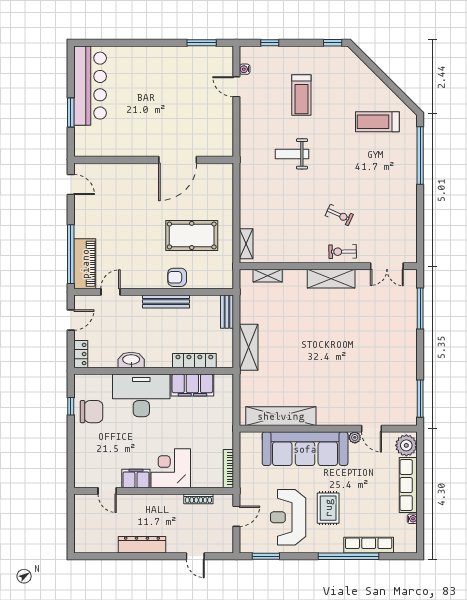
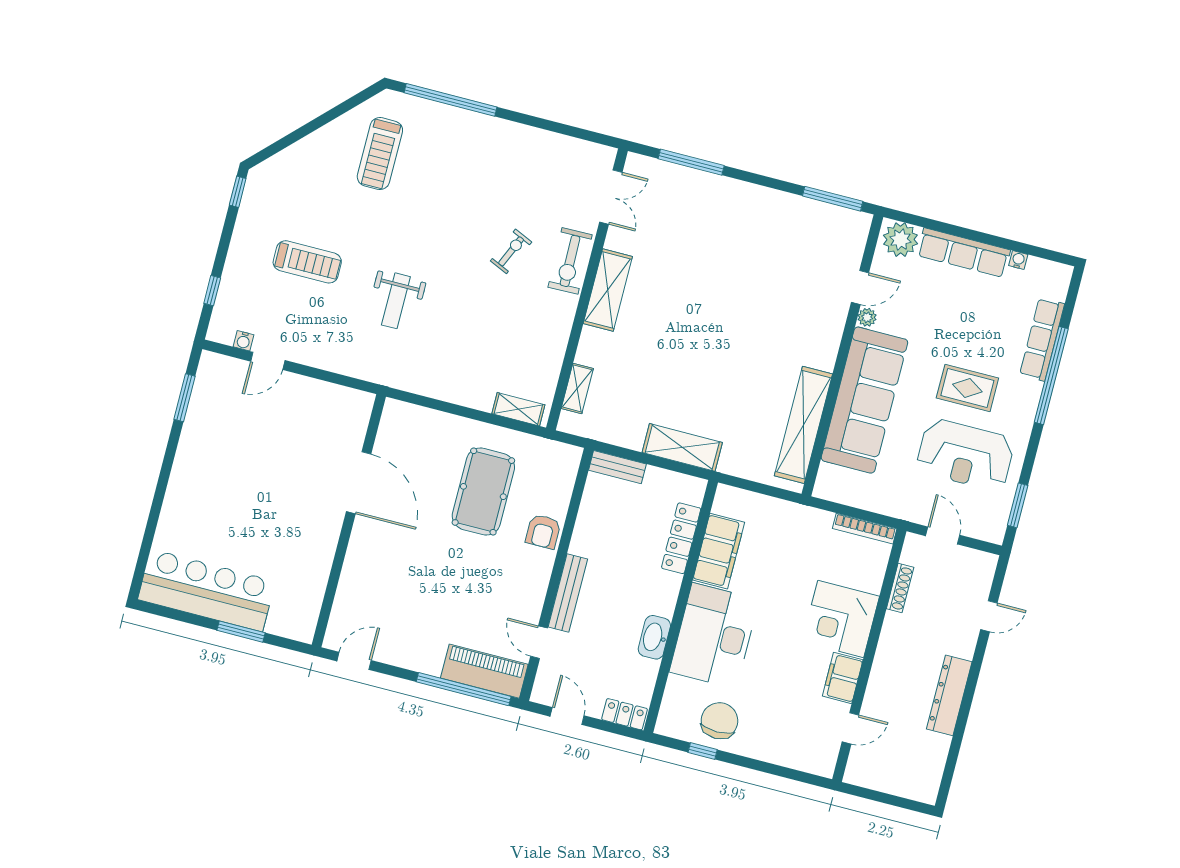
exercise bike: (343, 252) -> (570, 261), width x1.38, depth x1.39
bench: (166, 301) -> (568, 593), moved

